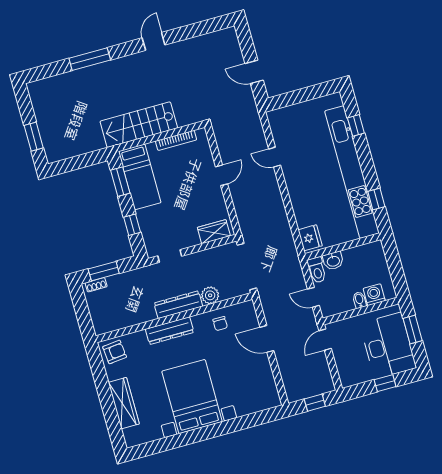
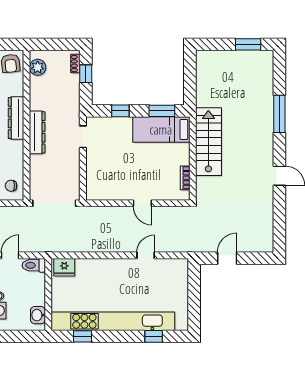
window: (34, 137) -> (248, 44), moved
bookcase: (176, 140) -> (185, 178), width x0.64
wardrobe: (214, 232) -> (94, 182), removed
washbasin: (333, 261) -> (38, 315), moved
window: (104, 271) -> (86, 74), width x0.67
plant: (210, 295) -> (38, 67), moved
chair: (220, 324) -> (11, 186), moved

